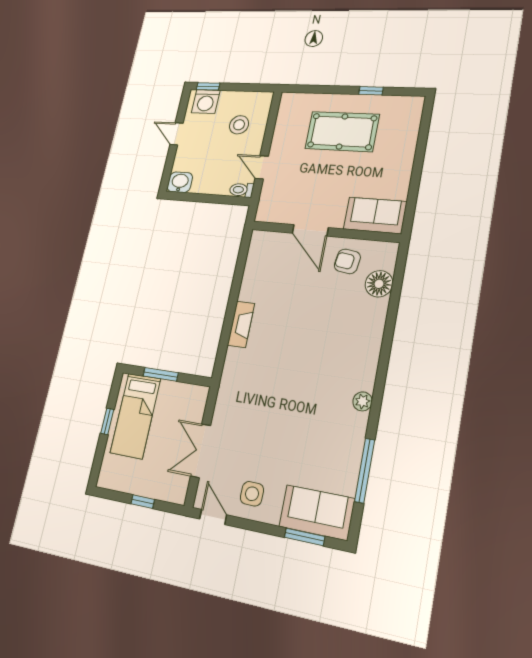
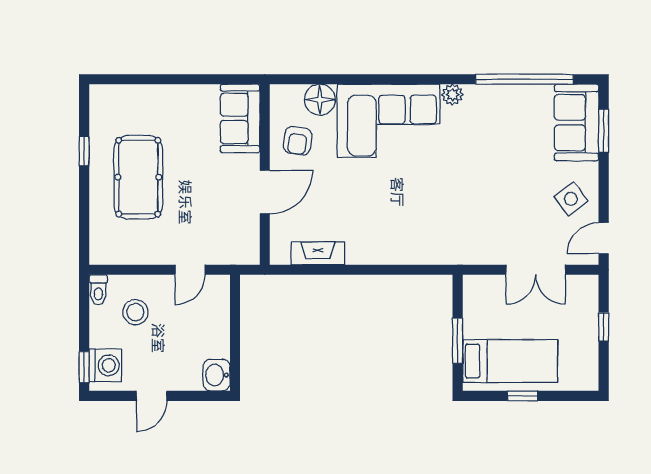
toilet: (241, 190) -> (98, 290), moved
fireplace: (241, 324) -> (318, 253), moved
corner sofa: (350, 341) -> (389, 121), added
window: (365, 471) -> (524, 79), width x1.46
side table: (252, 494) -> (571, 199), turned -38

